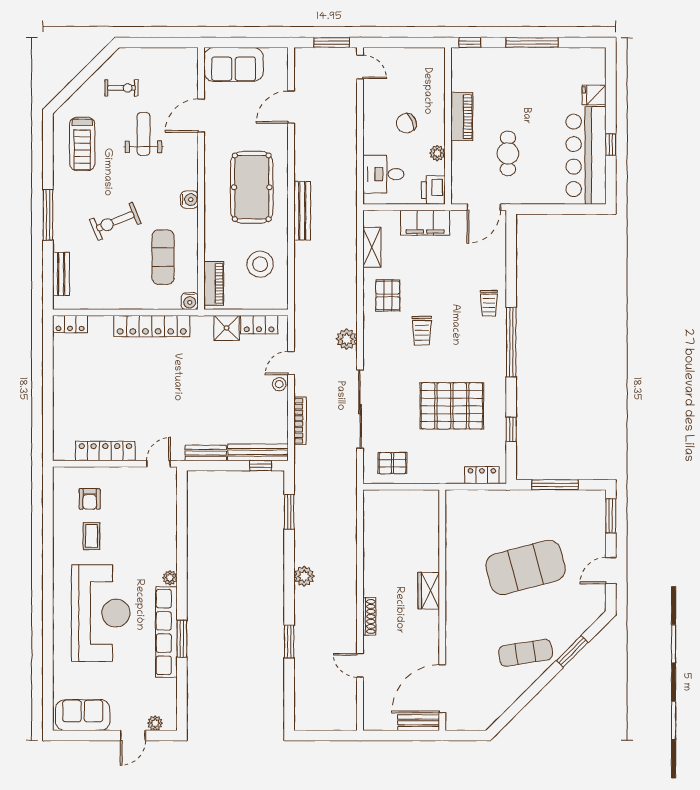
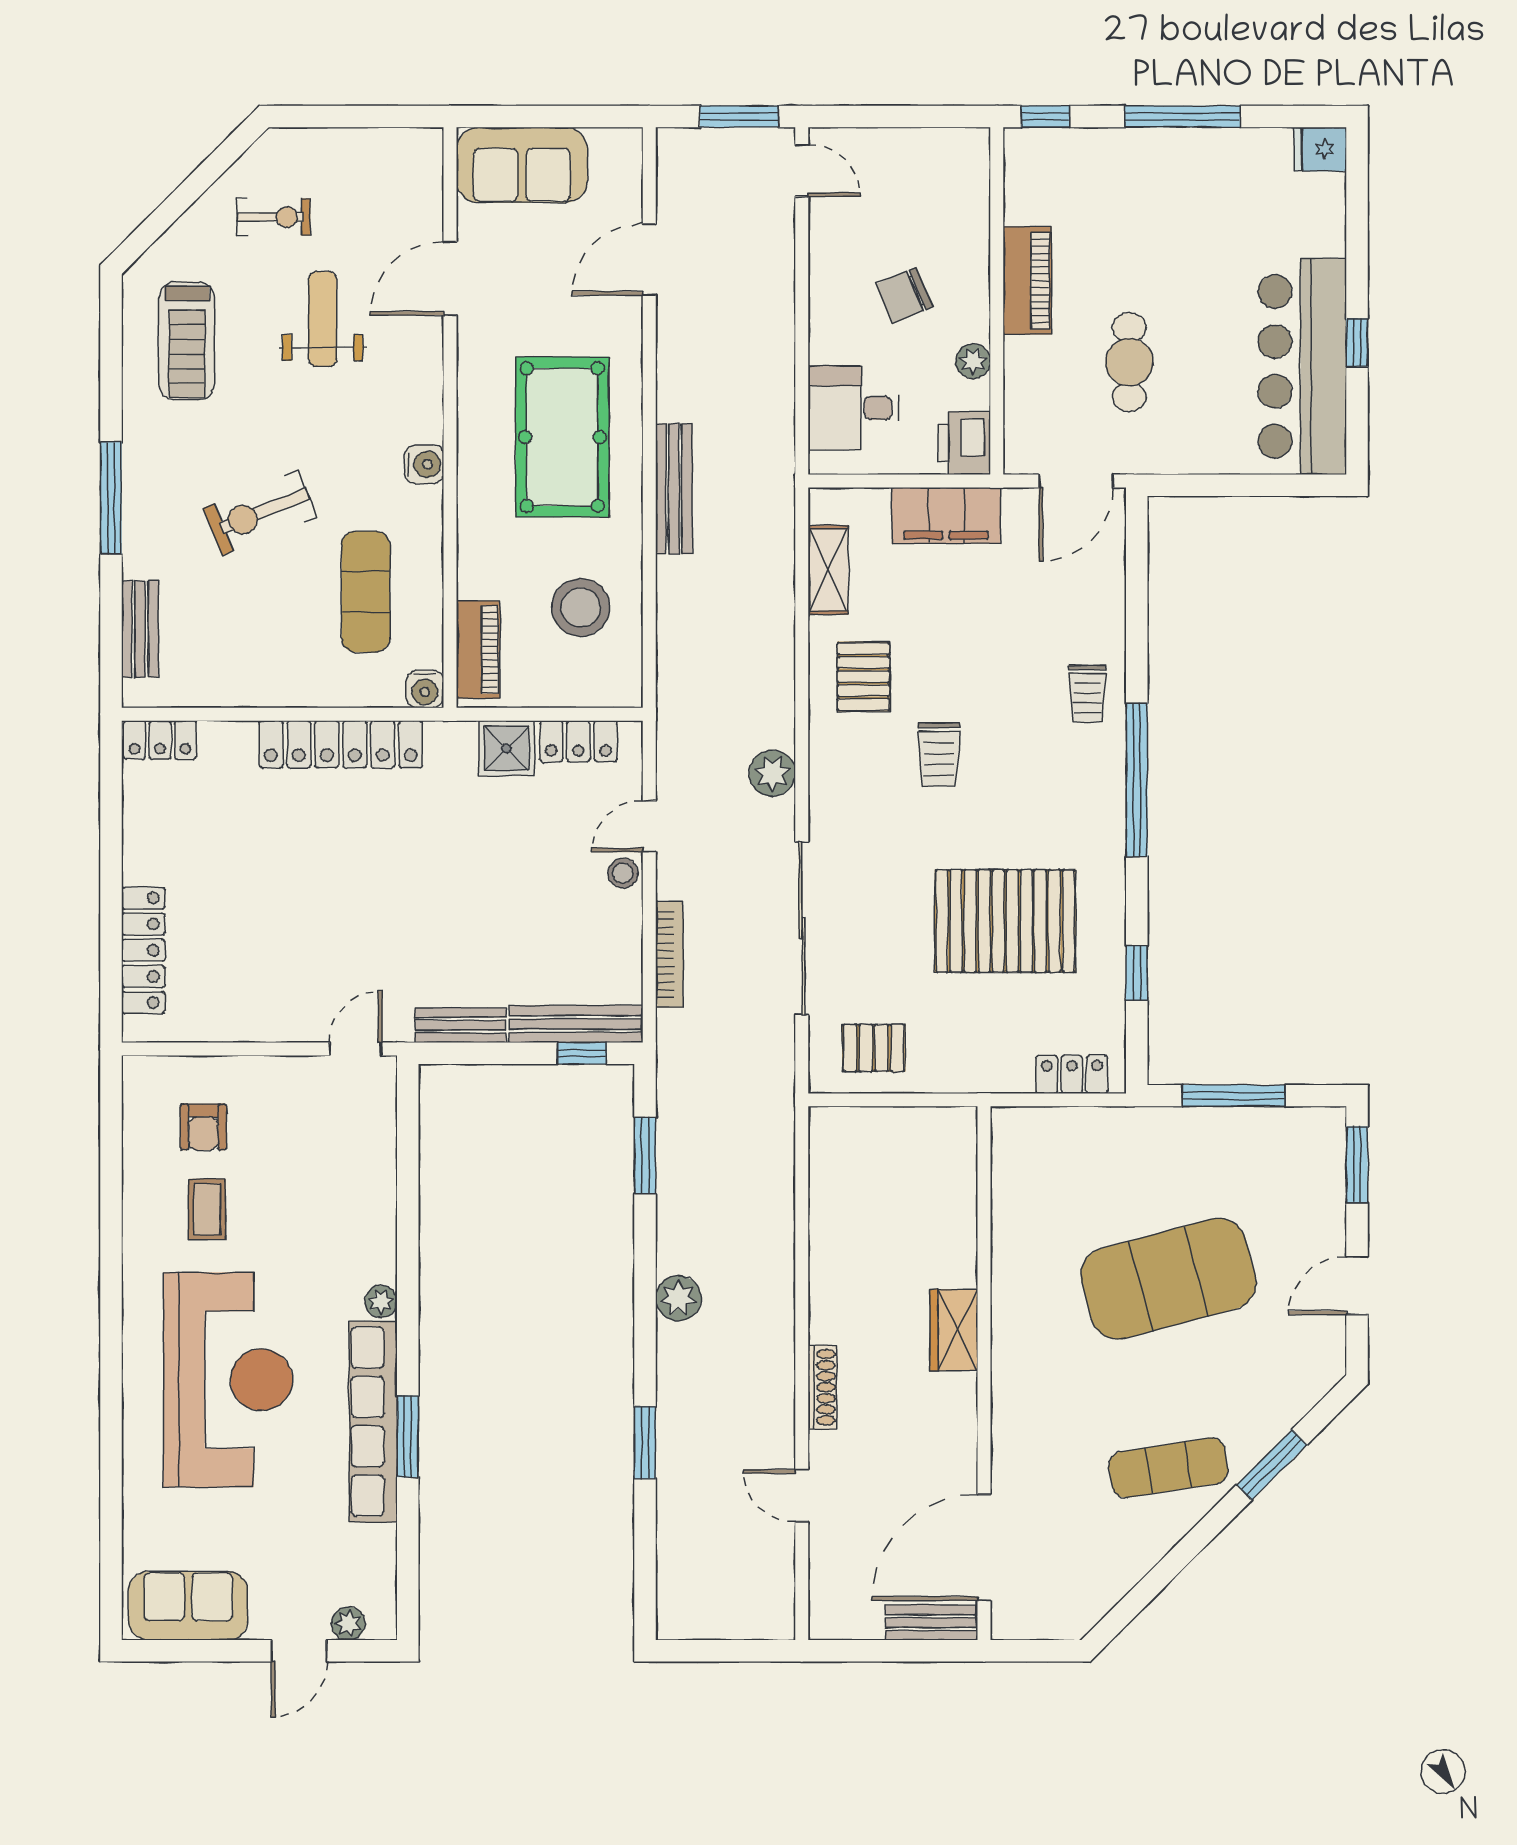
fridge: (594, 95) -> (1320, 149), moved
locker: (105, 451) -> (143, 950), moved, turned 90

